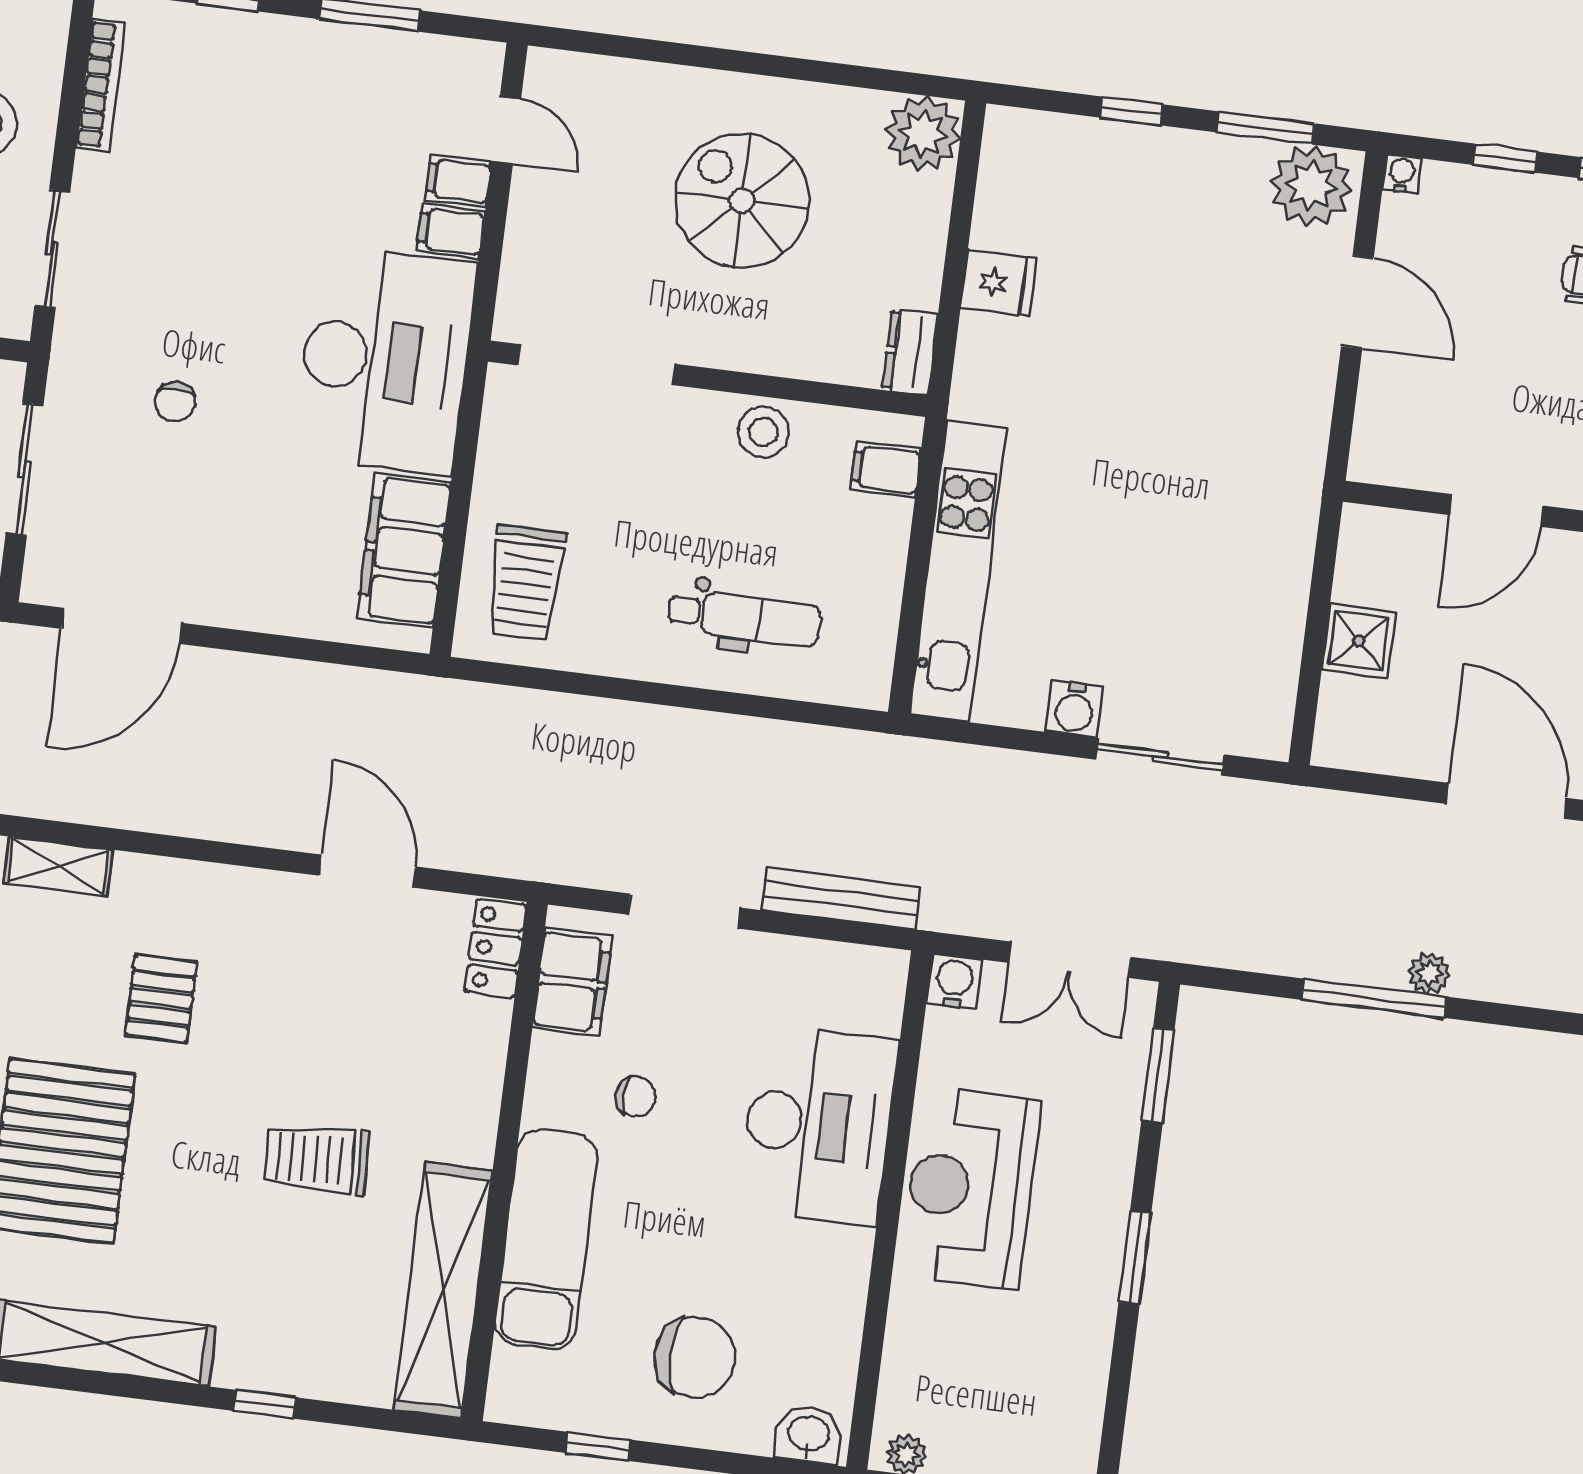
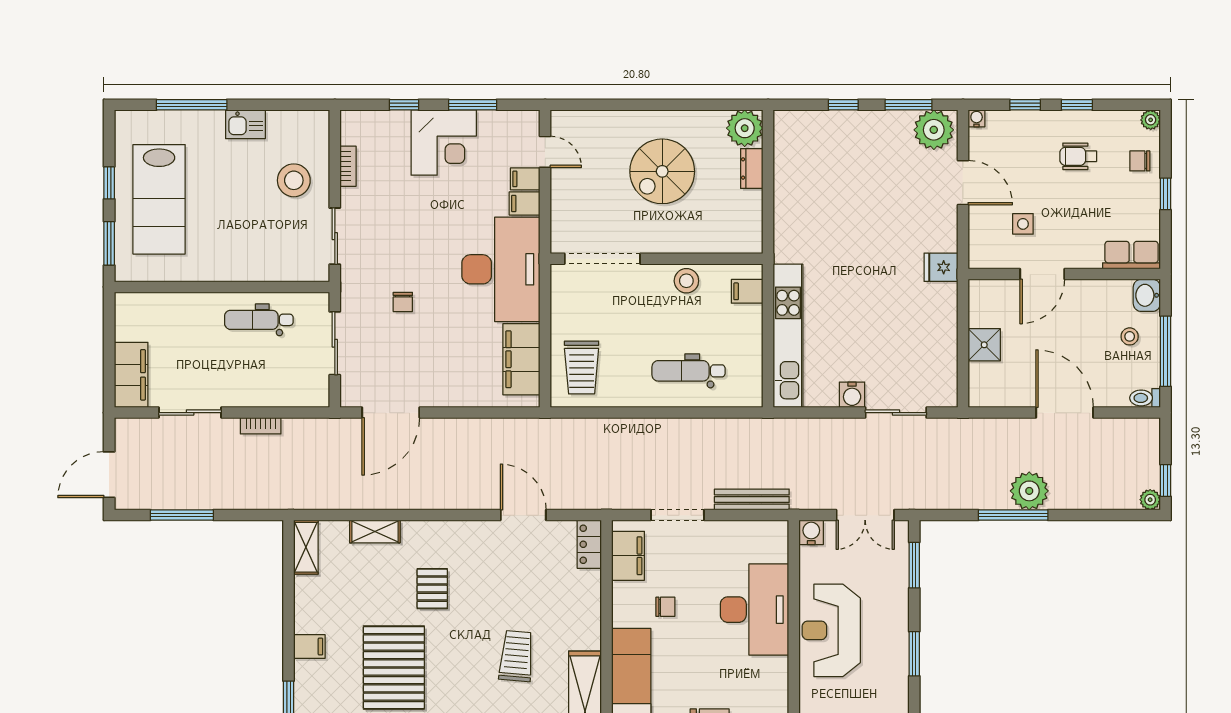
bookcase: (101, 85) -> (348, 166), width x0.64
corner desk: (301, 85) -> (444, 143), added
spiral stairs: (742, 201) -> (662, 171), turned -90
fridge: (999, 283) -> (941, 267), moved, turned 180
dresser: (910, 352) -> (752, 168), moved
side table: (1470, 402) -> (1023, 224), added
dental chair: (744, 618) -> (689, 371), turned 180
plant: (1429, 973) -> (1029, 491), width x1.88, depth x1.88
trolley: (317, 1159) -> (516, 656), turned 97

